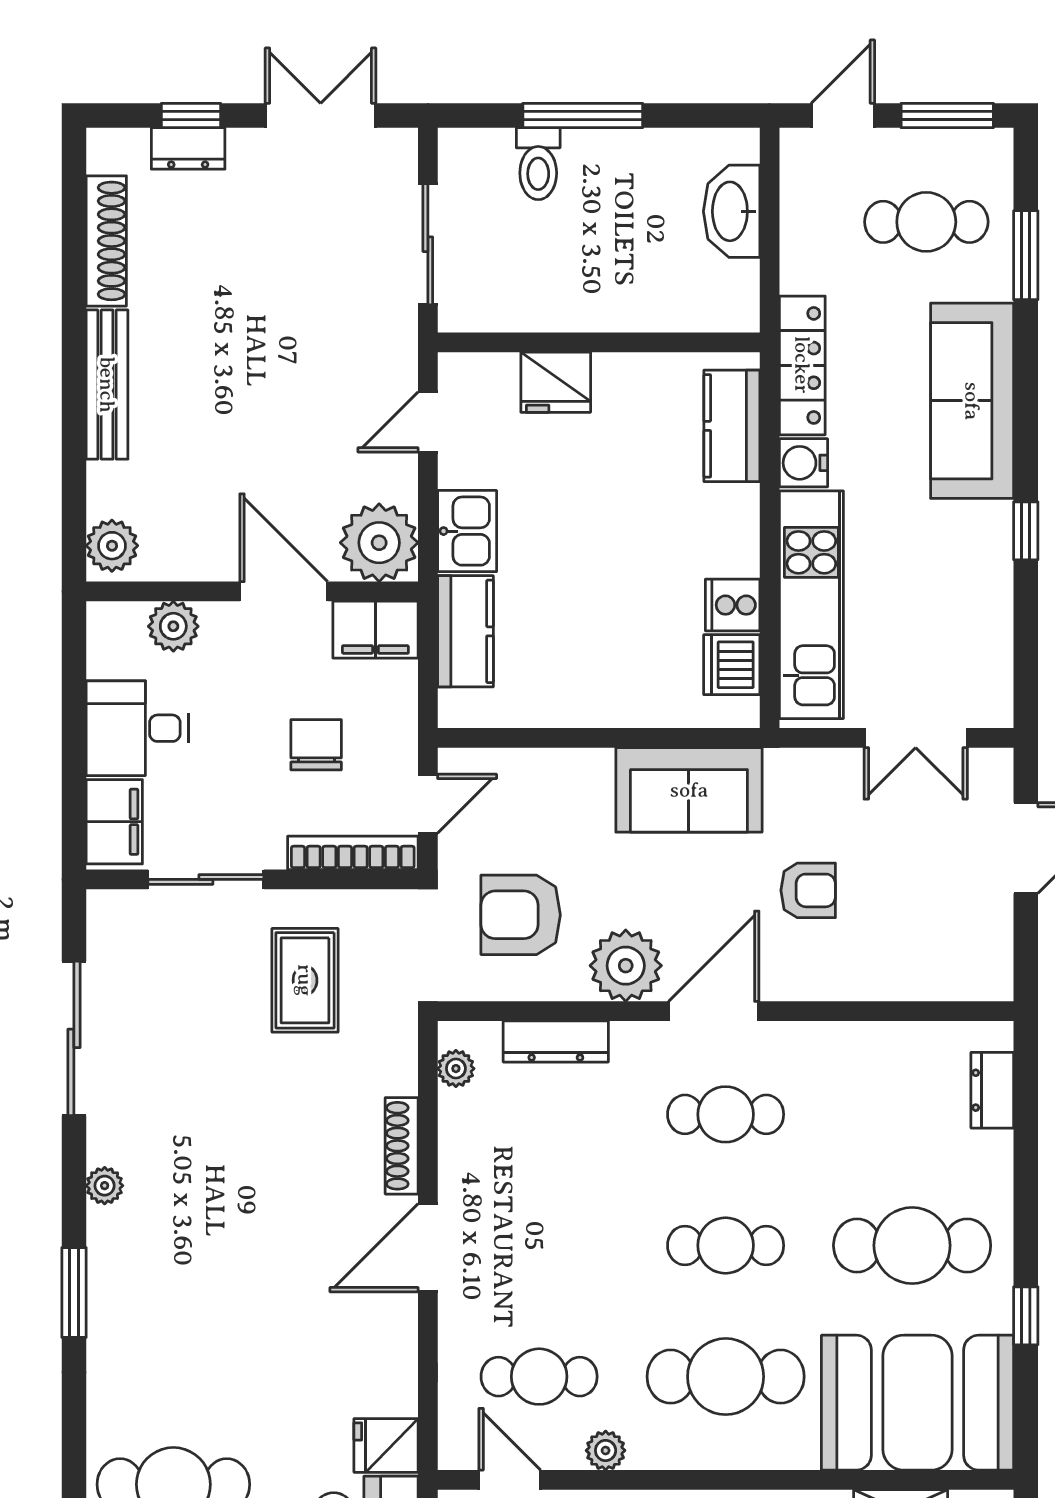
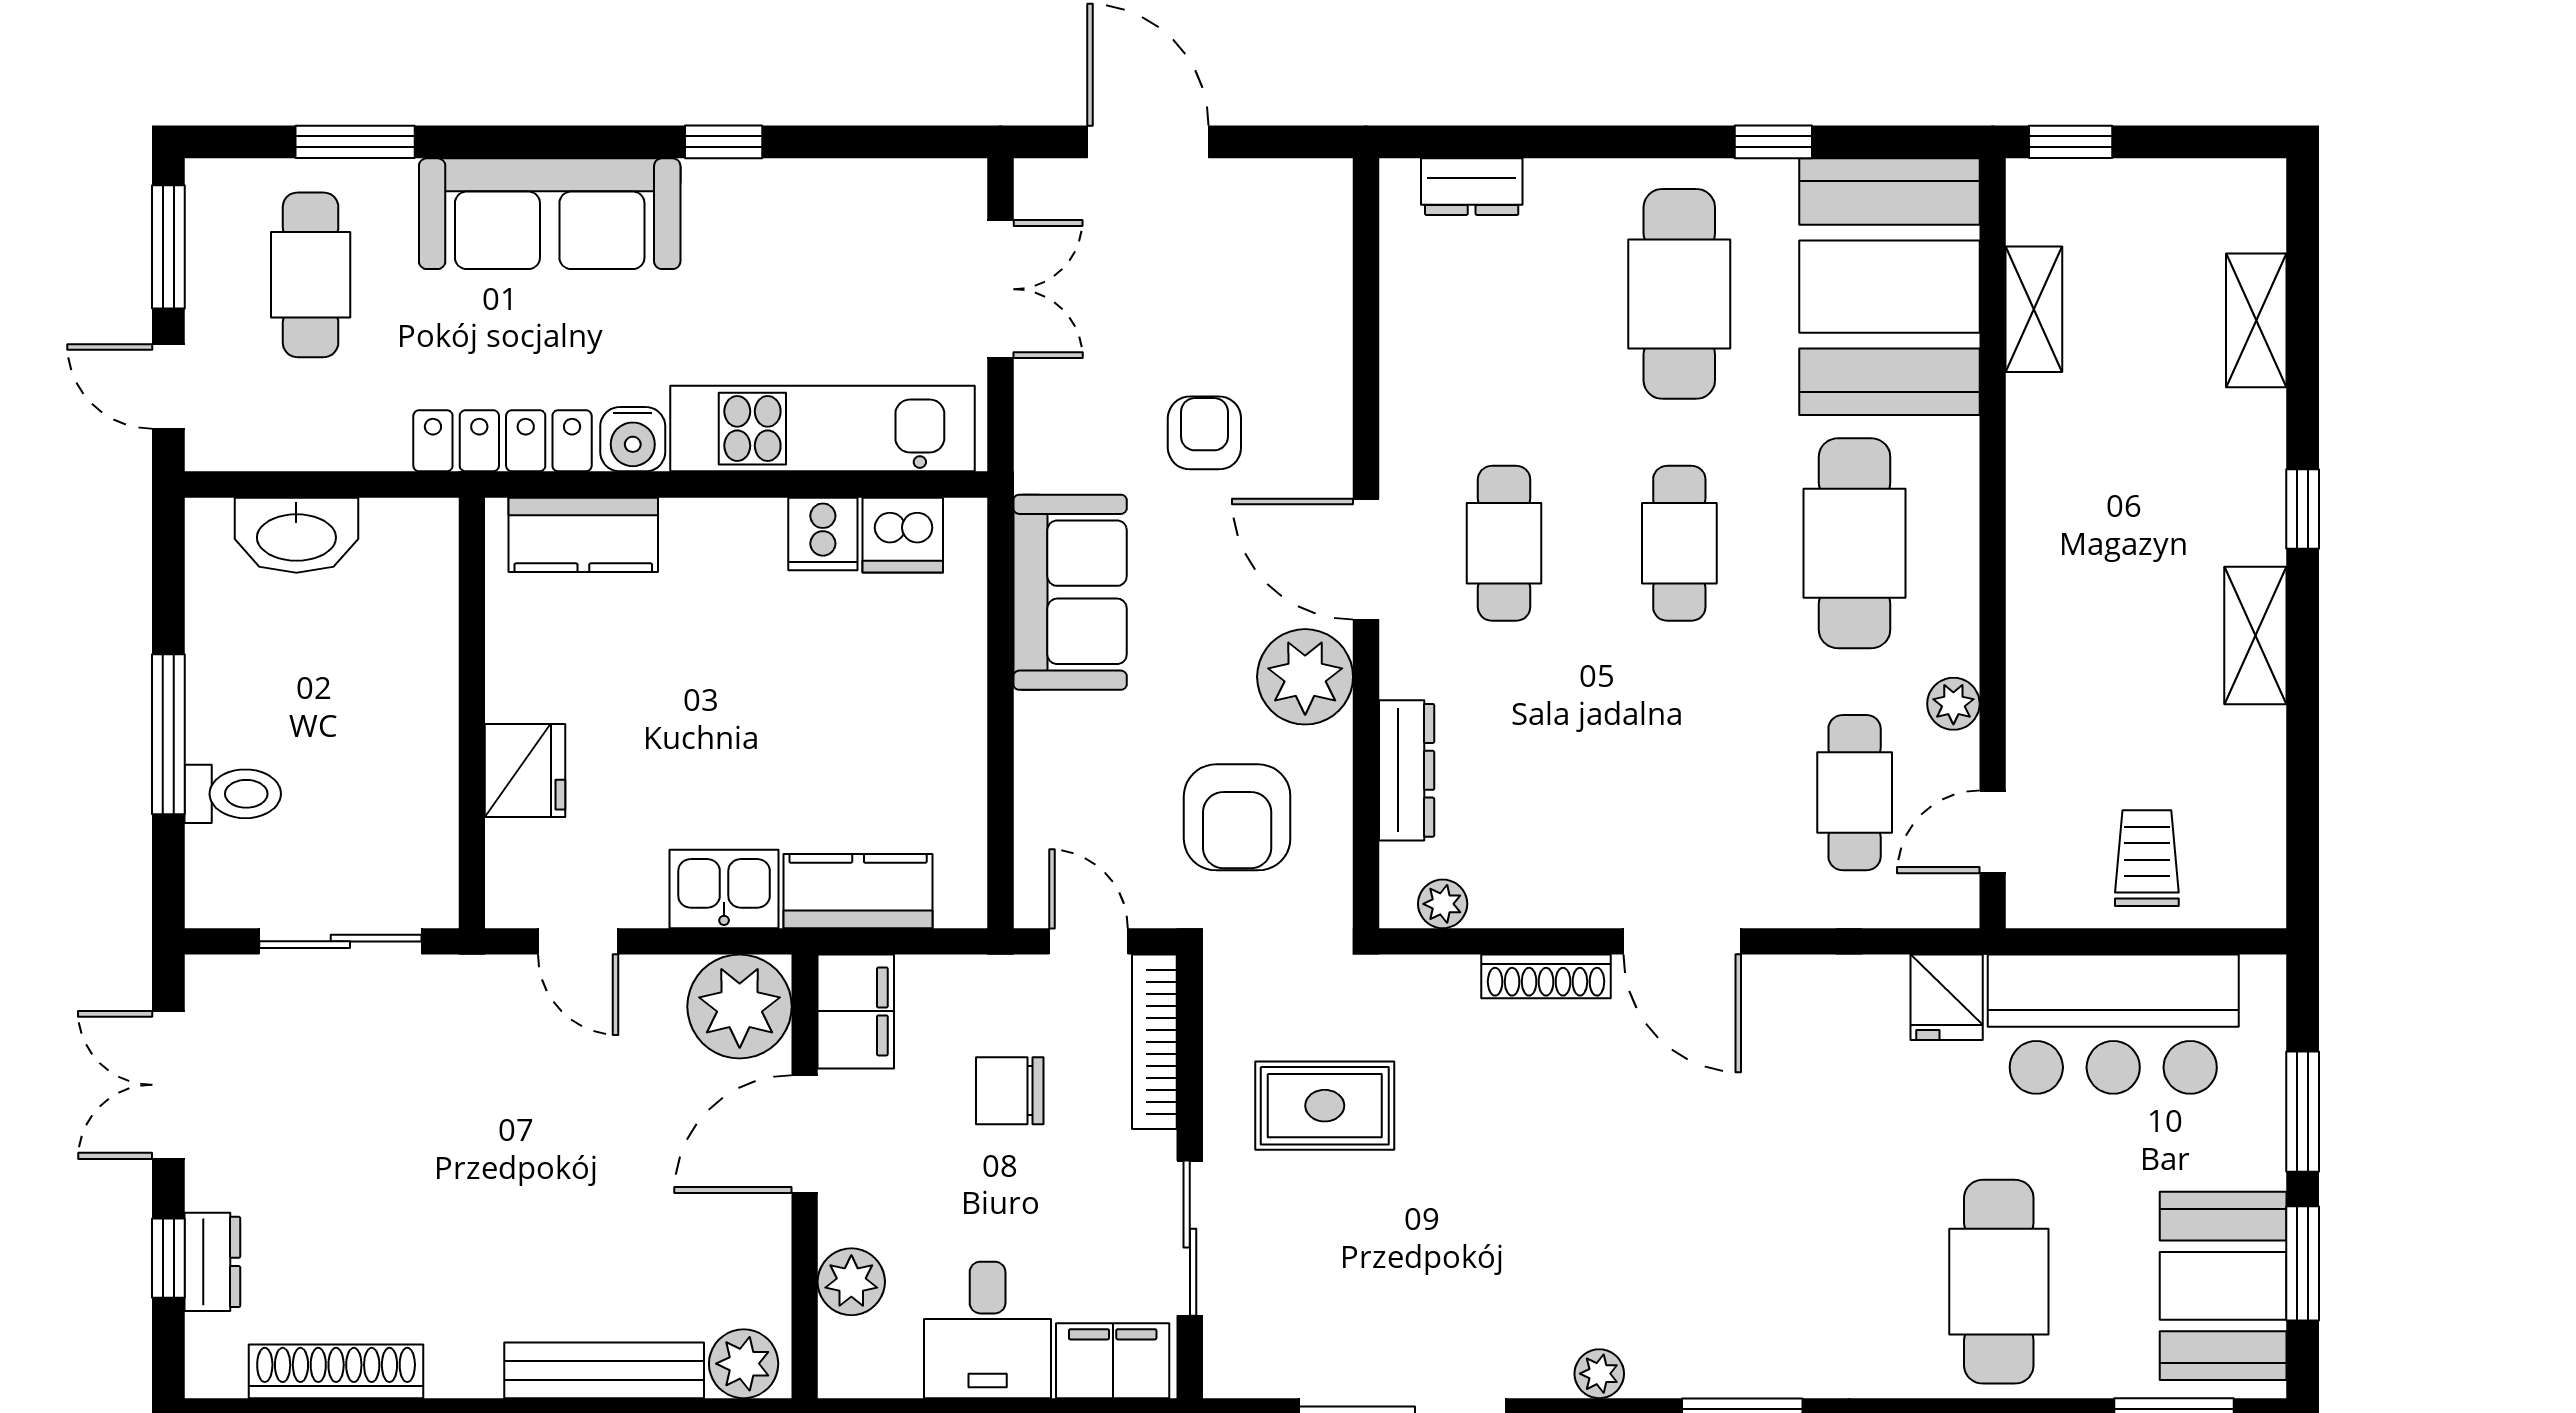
bench: (107, 385) -> (604, 1370), moved

